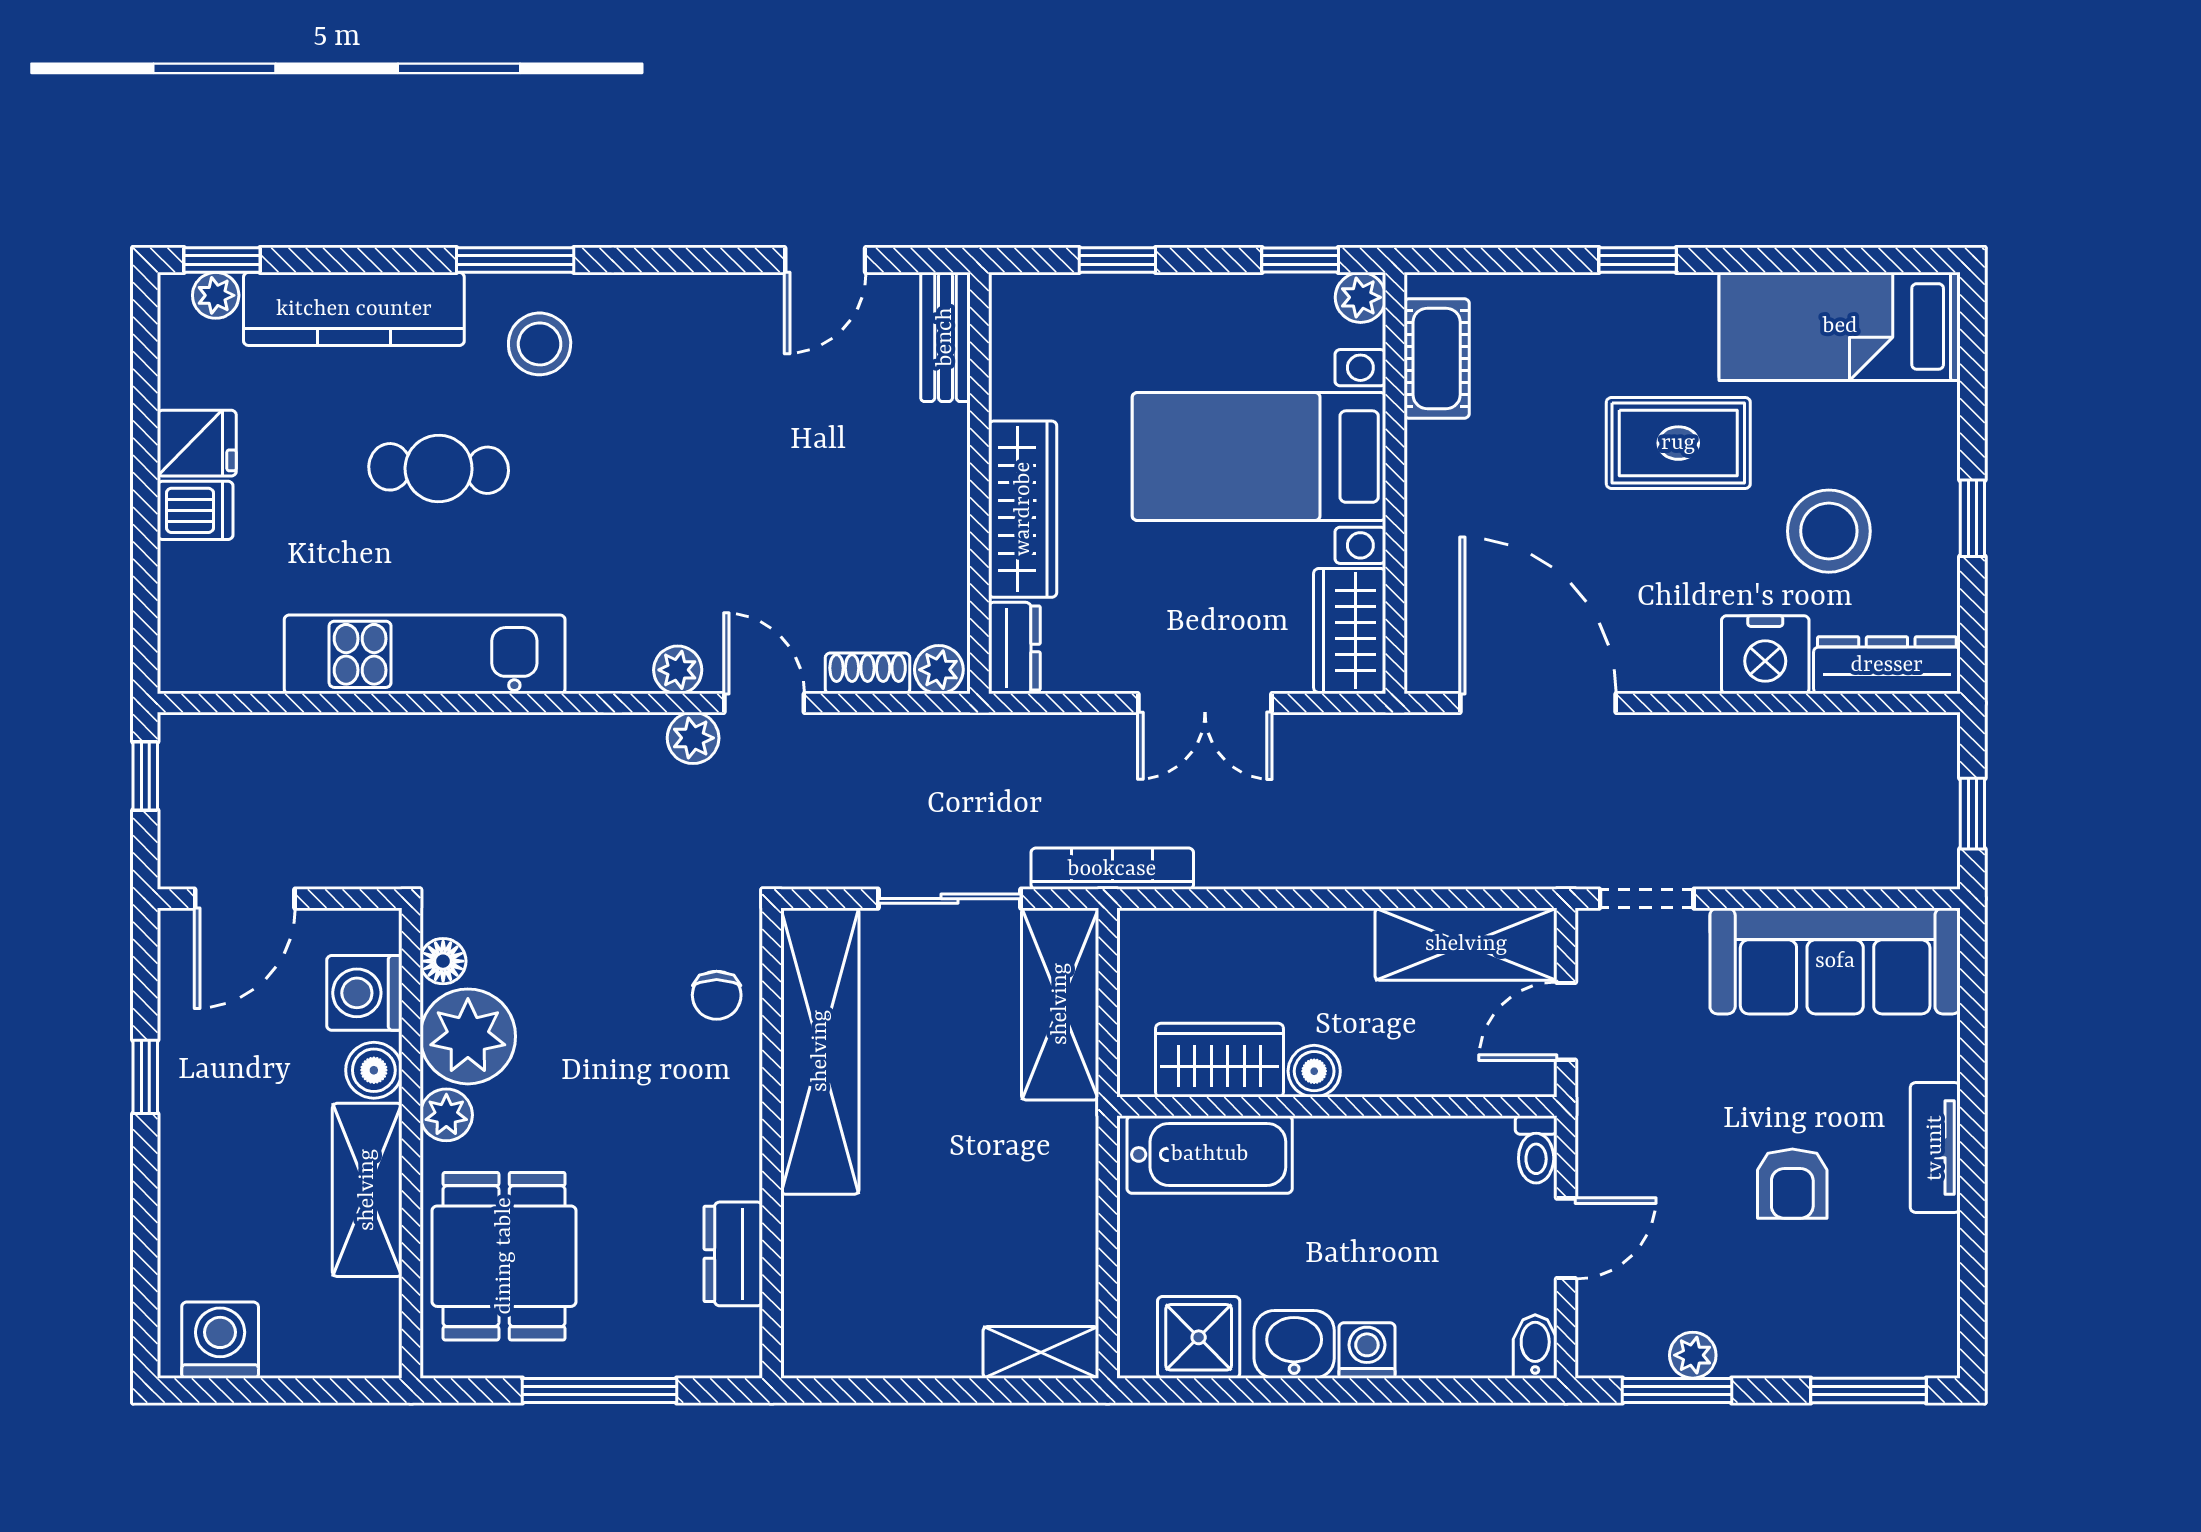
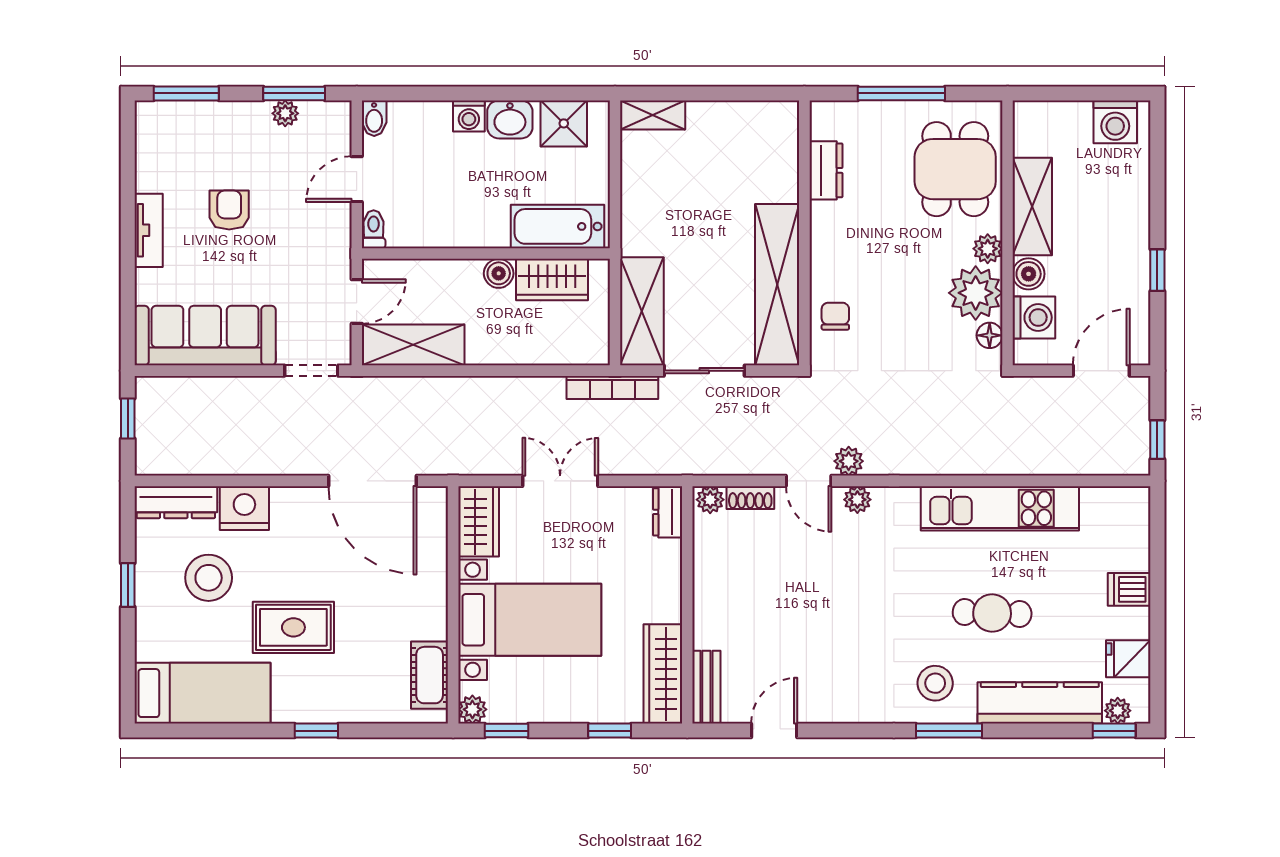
fridge: (197, 443) -> (1128, 659), moved
wardrobe: (1023, 509) -> (663, 674), moved

